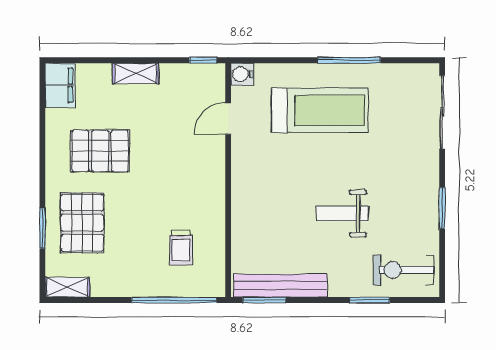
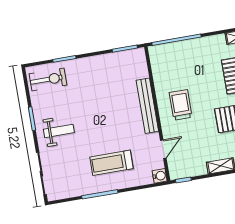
treadmill: (320, 110) -> (112, 163), width x0.73, depth x0.73
weight bench: (342, 213) -> (59, 131), moved
trolley: (181, 248) -> (181, 105), moved, width x1.36, depth x1.39
bench: (281, 286) -> (147, 106), moved, turned 90

